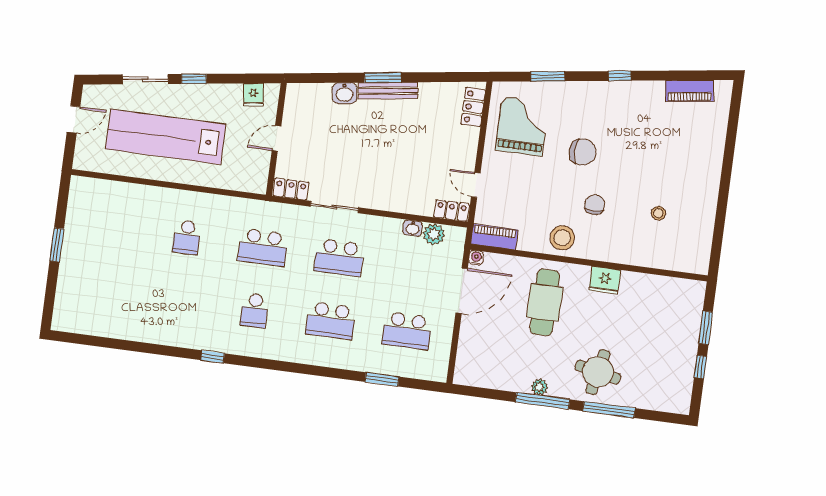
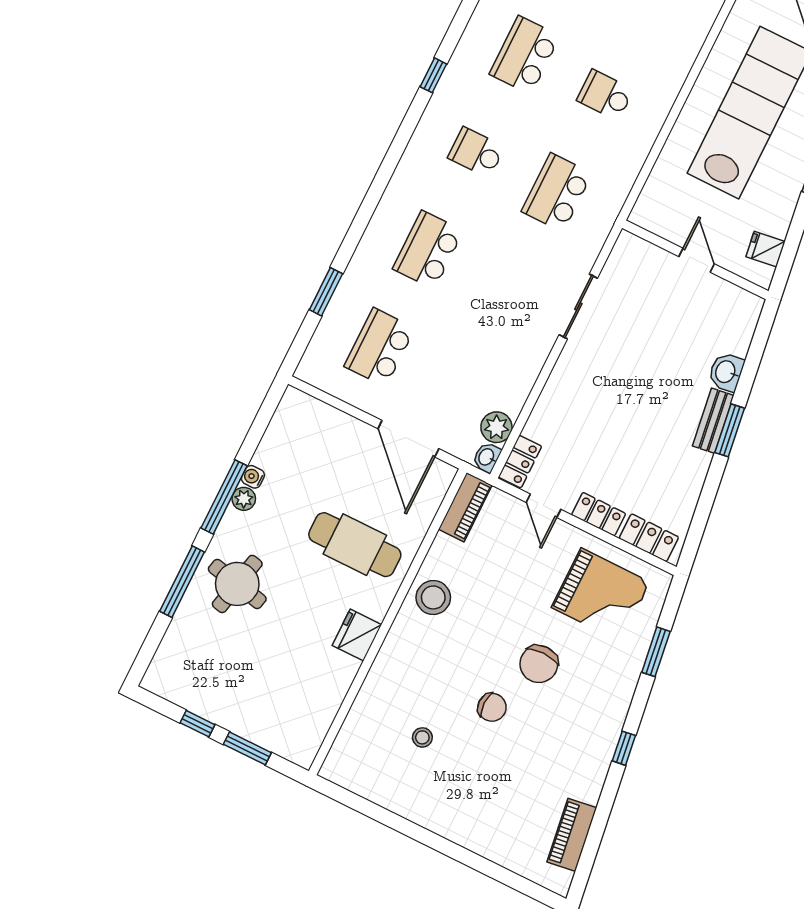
bench: (388, 91) -> (713, 421), width x0.73
door: (476, 185) -> (543, 506), swing flipped
locker: (291, 189) -> (599, 514), moved, turned -90
chair: (595, 205) -> (492, 707), moved
washbasin: (412, 228) -> (487, 457), moved
school desk: (339, 258) -> (525, 55), moved
water cooler: (476, 258) -> (253, 477), moved, turned 180

